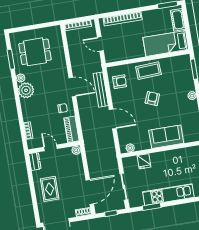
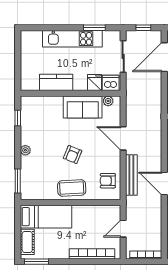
door: (100, 44) -> (123, 229), swing flipped
sofa: (166, 137) -> (83, 107), moved
kitchen counter: (176, 156) -> (56, 82), added
dishwasher: (131, 163) -> (111, 83), added

